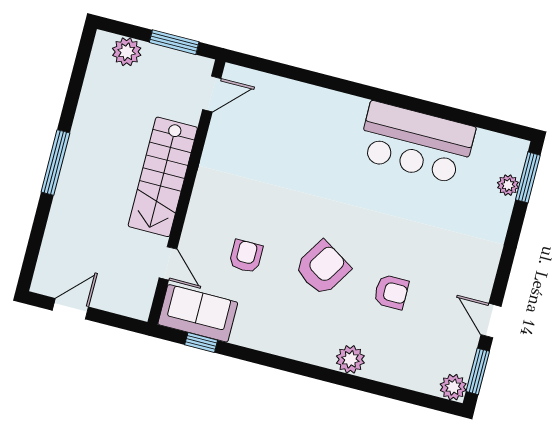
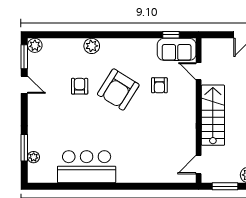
window: (528, 177) -> (24, 148), moved
armchair: (322, 268) -> (118, 89), width x1.36, depth x1.36
armchair: (391, 292) -> (80, 86), turned 90

